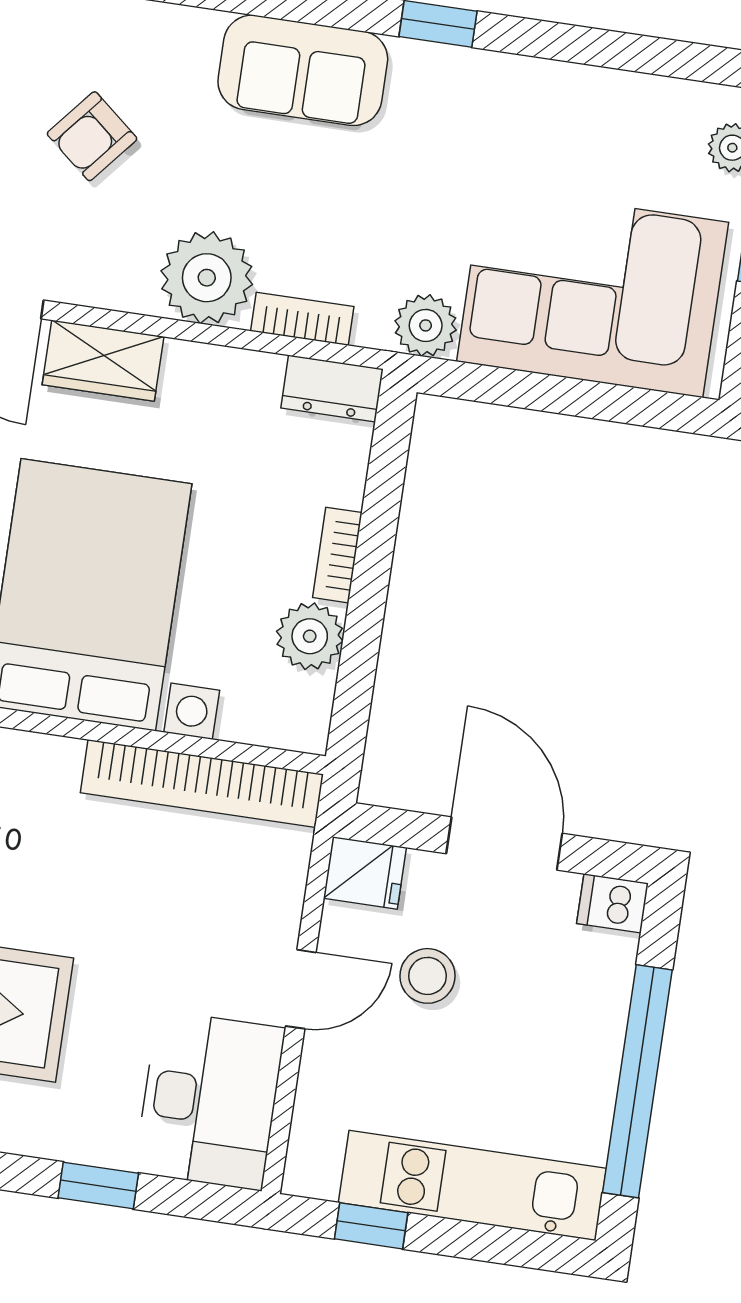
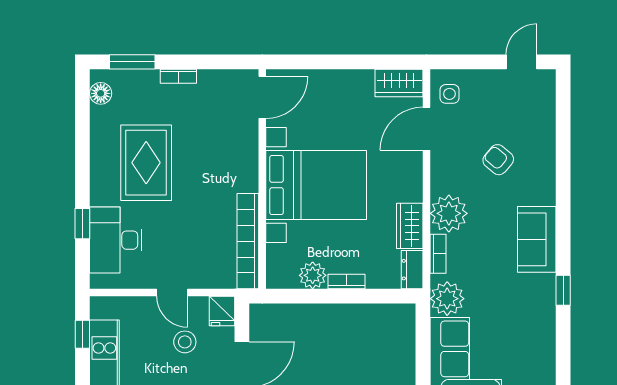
plant: (426, 325) -> (447, 299), width x1.36, depth x1.36
wardrobe: (103, 361) -> (410, 226), moved
desk: (210, 1100) -> (116, 240), moved, turned 90

